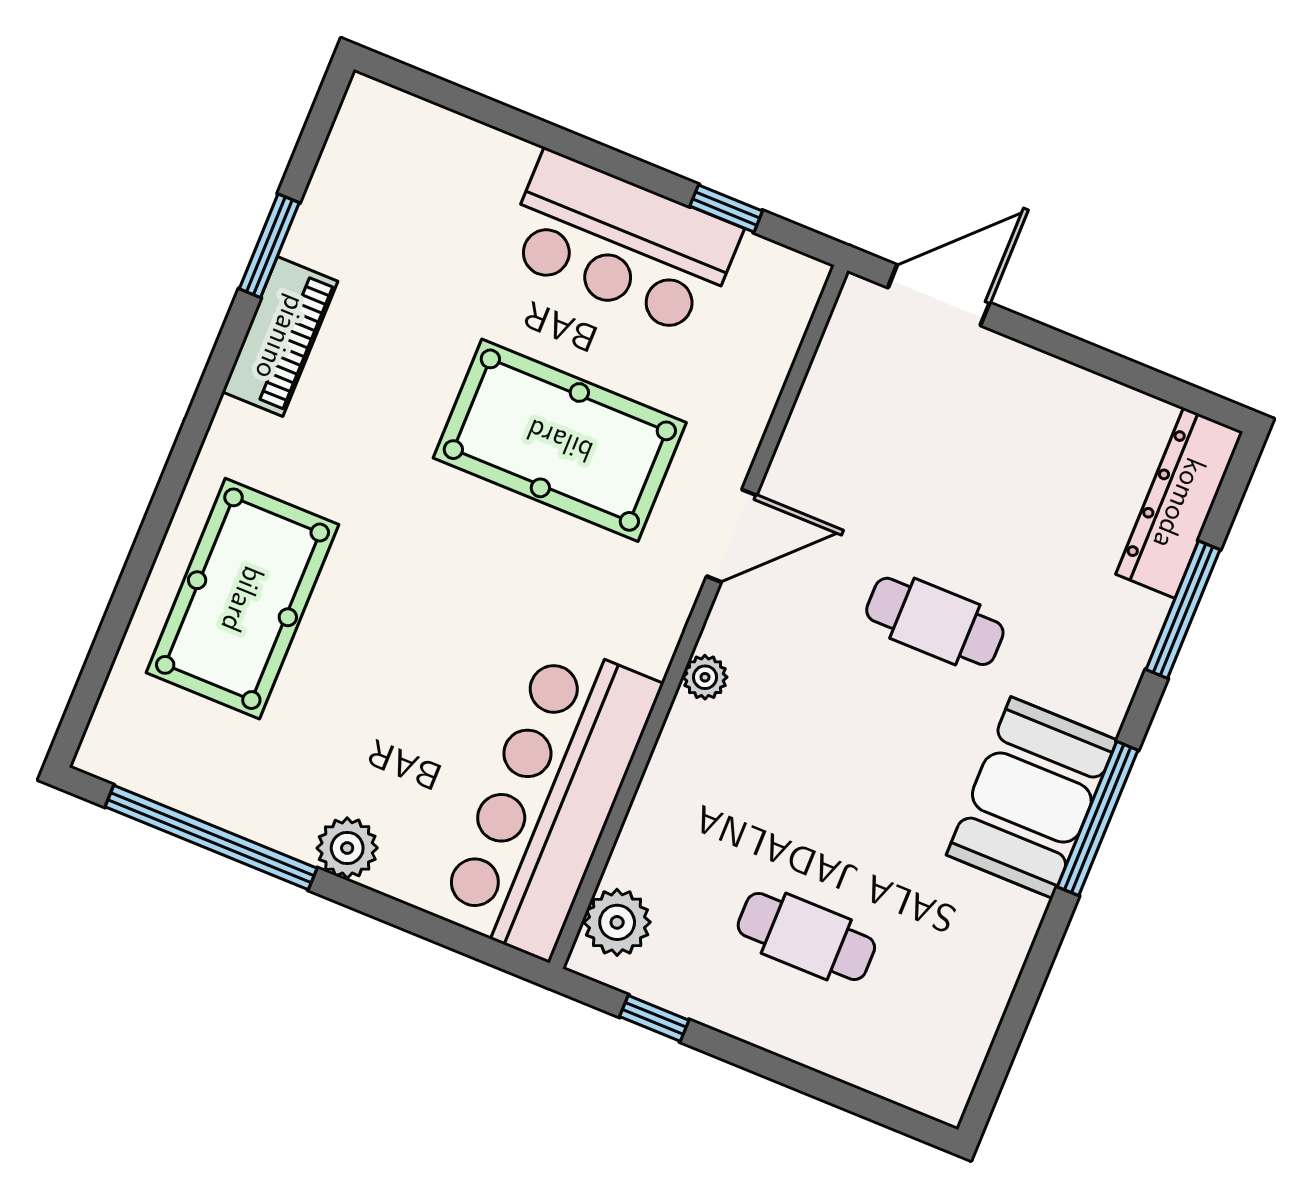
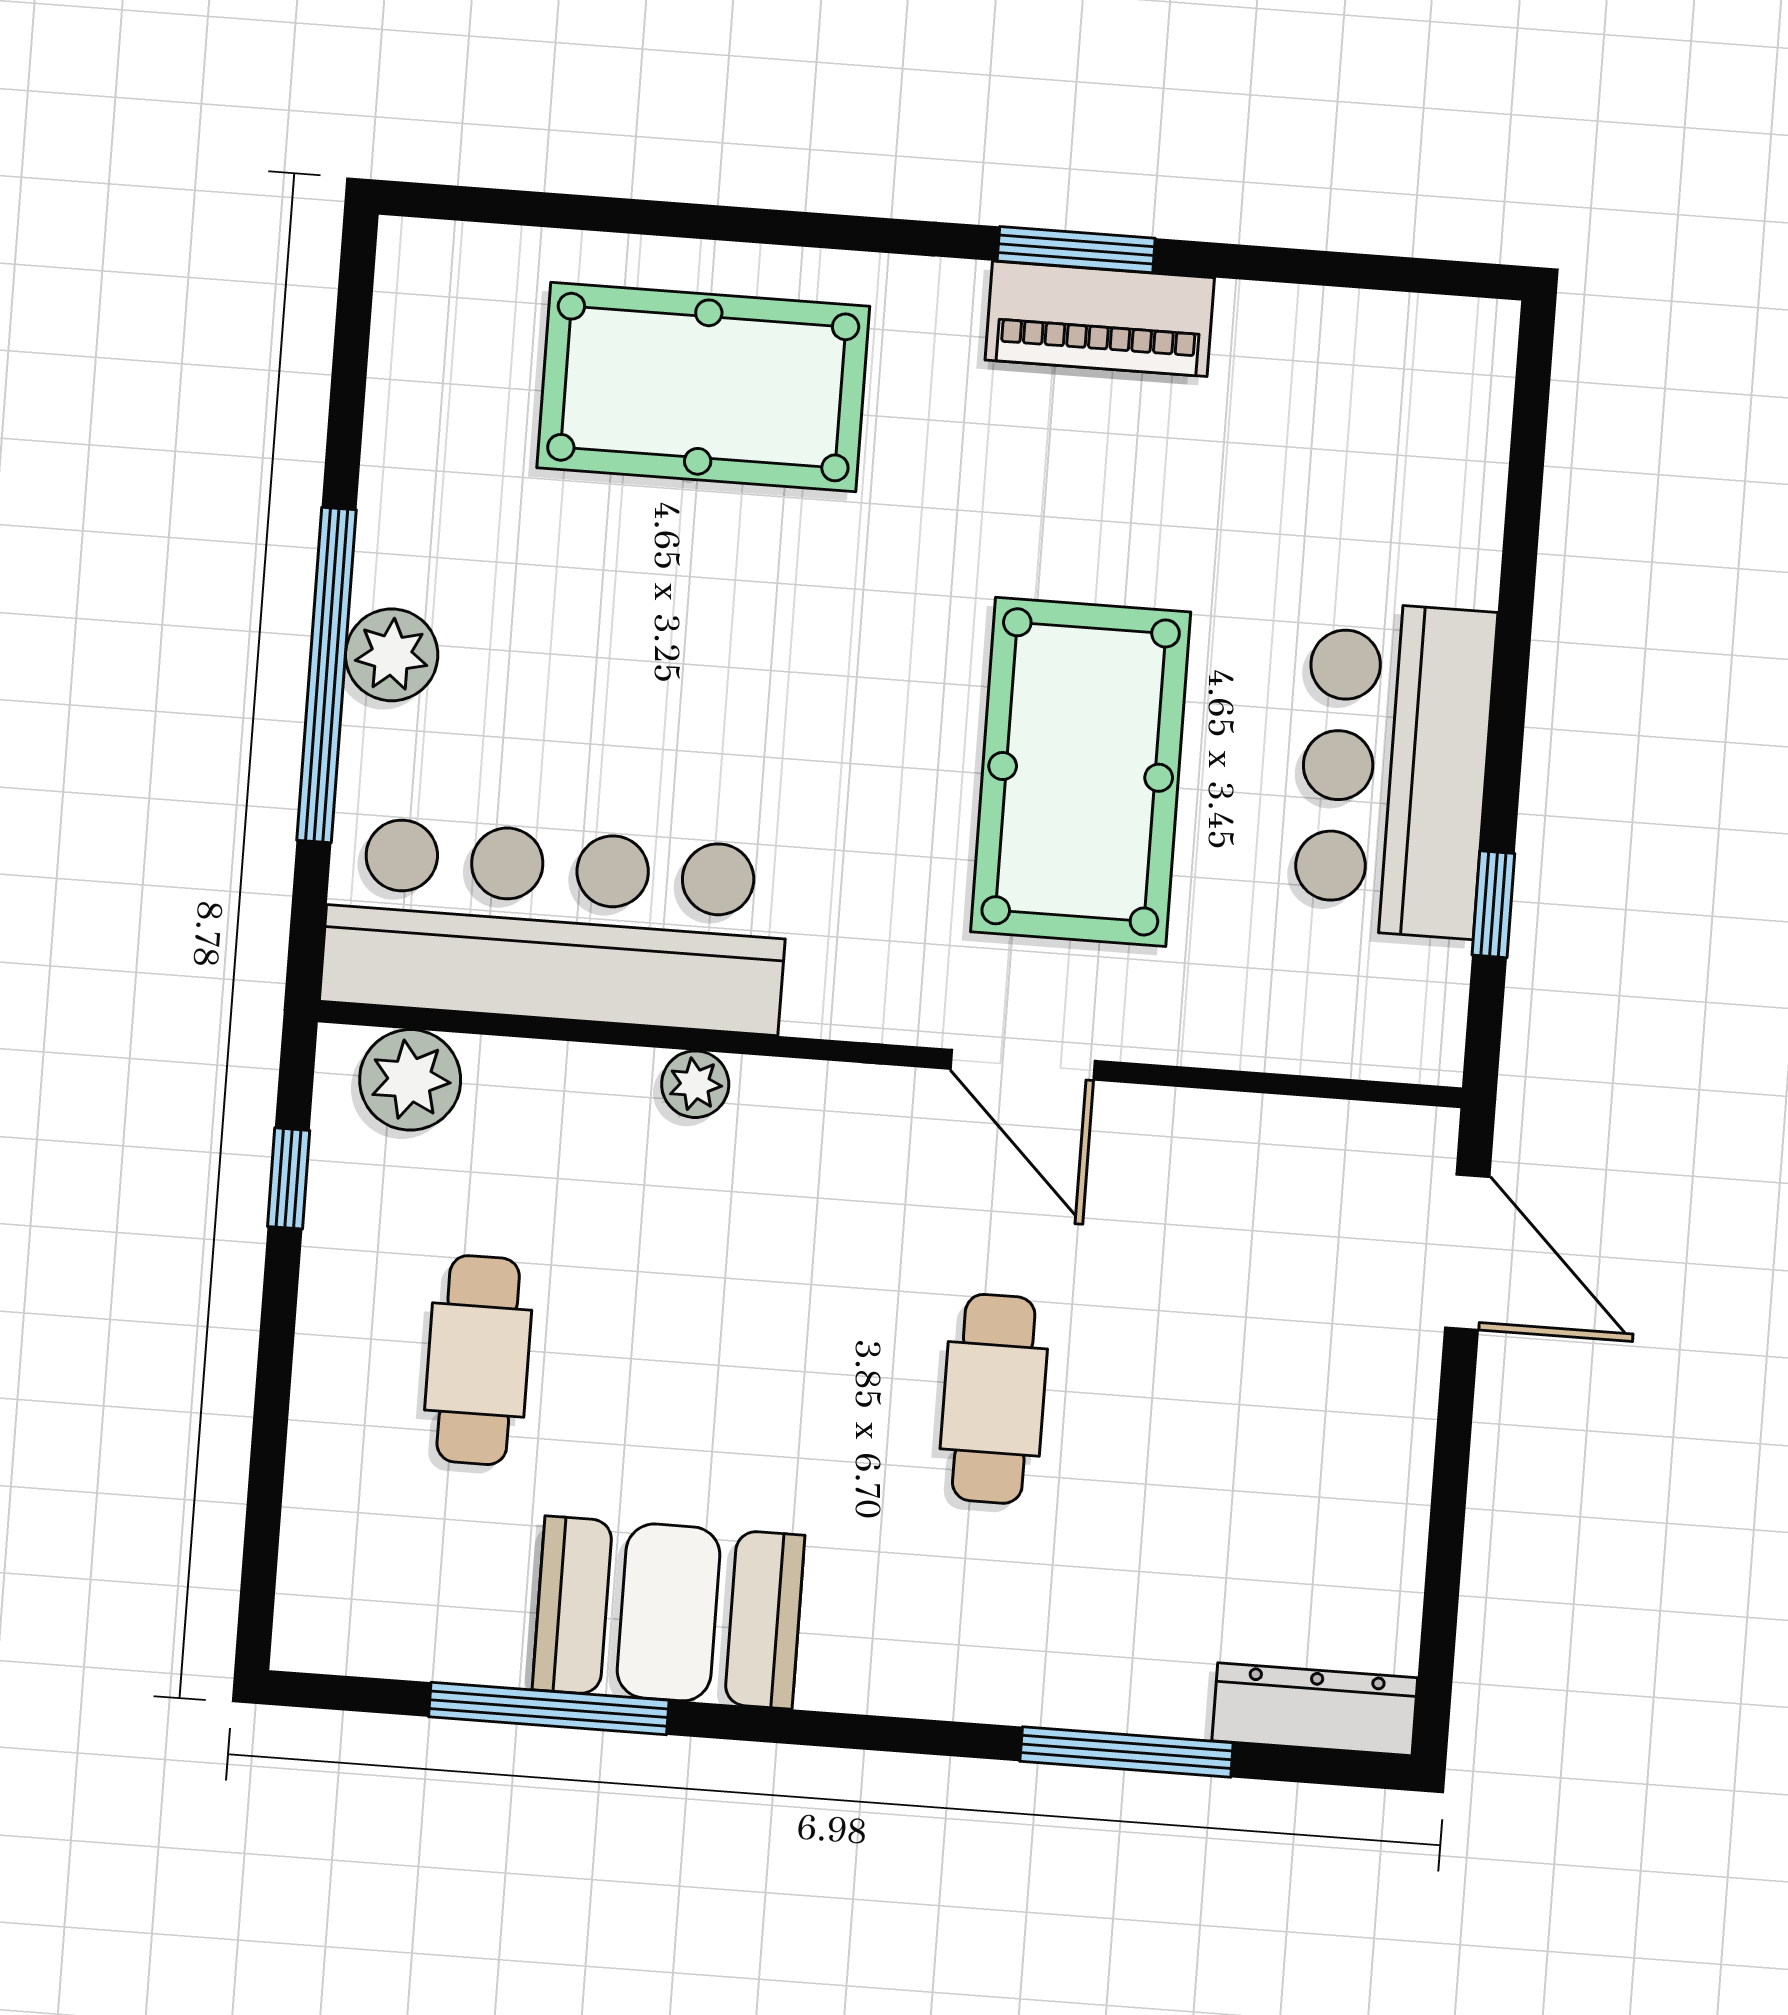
window: (269, 246) -> (1076, 250), moved
dresser: (1179, 503) -> (1315, 1709), width x0.73, depth x0.80
plant: (705, 677) -> (695, 1084), moved
booth: (1032, 798) -> (668, 1612), moved
window: (1098, 818) -> (549, 1709), moved
window: (211, 838) -> (326, 675), moved

